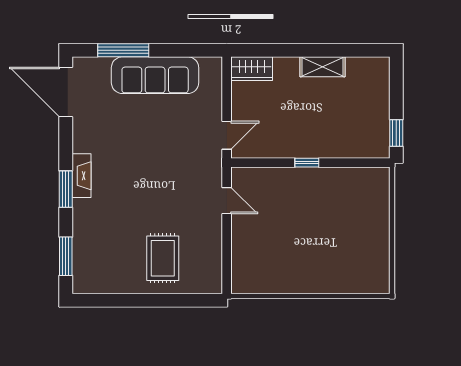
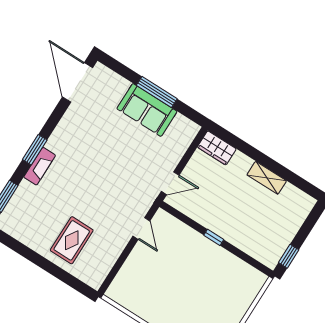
window: (123, 50) -> (157, 92), moved
sofa: (155, 75) -> (147, 110), width x0.73
fireplace: (81, 176) -> (40, 166), moved

